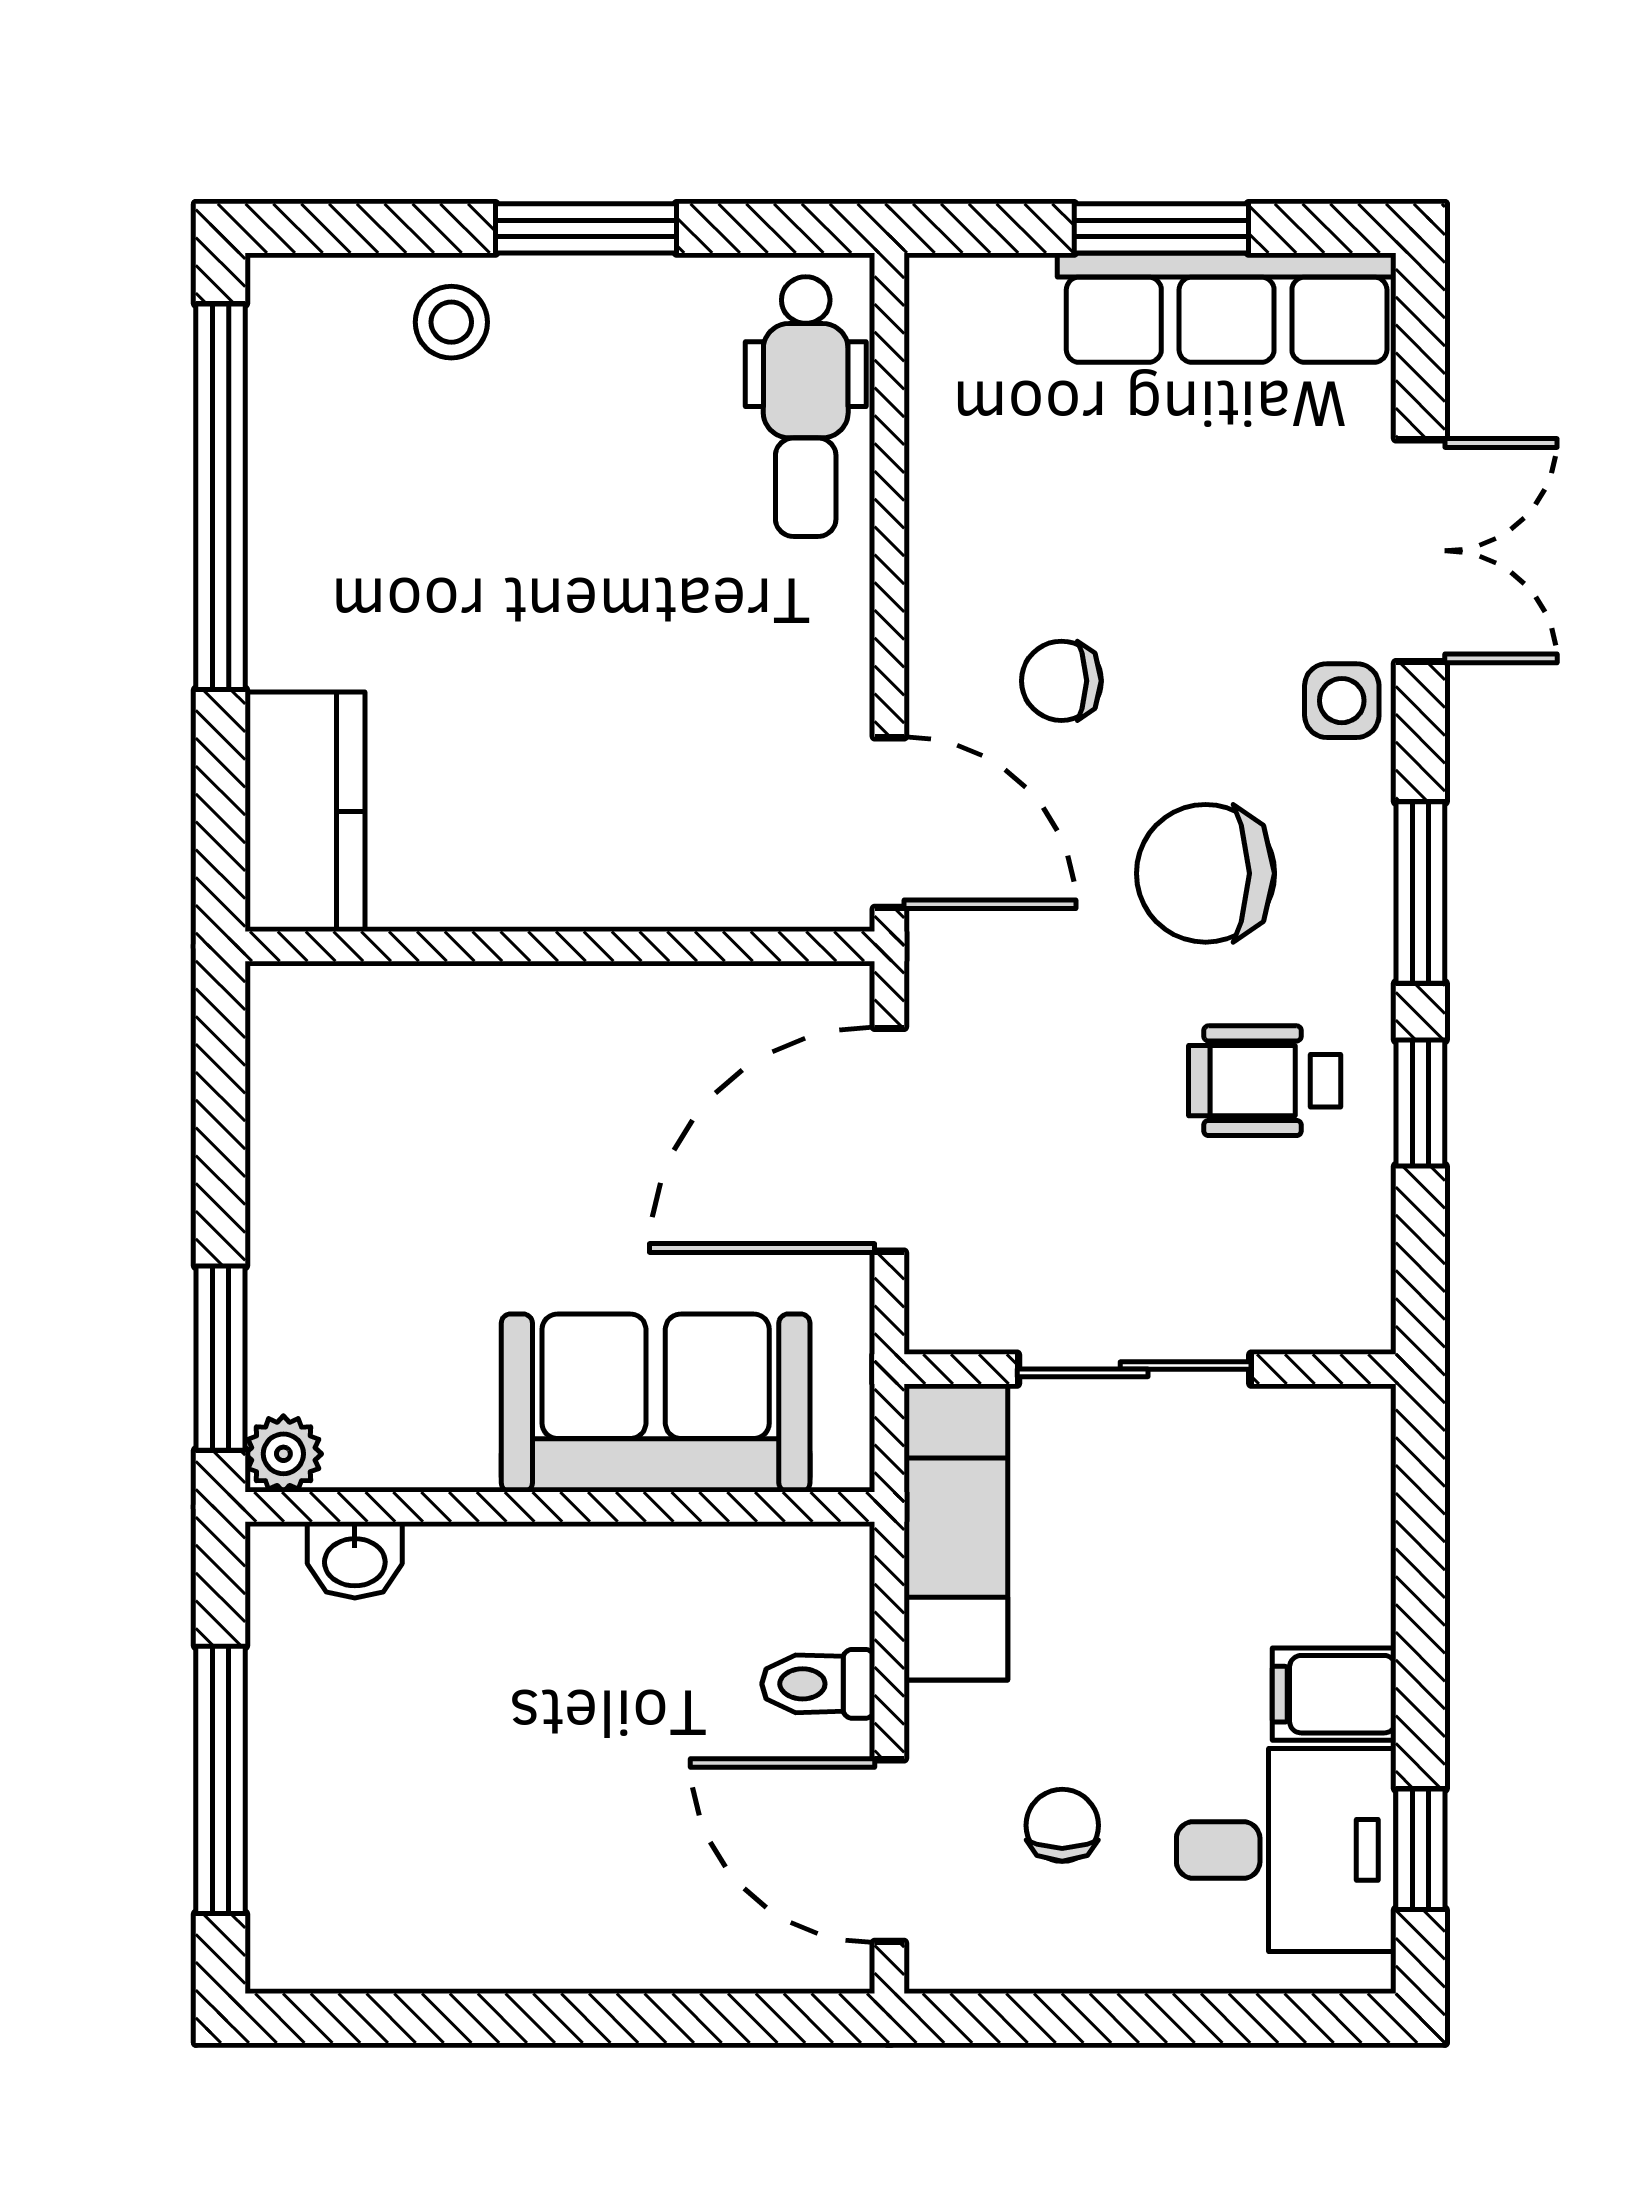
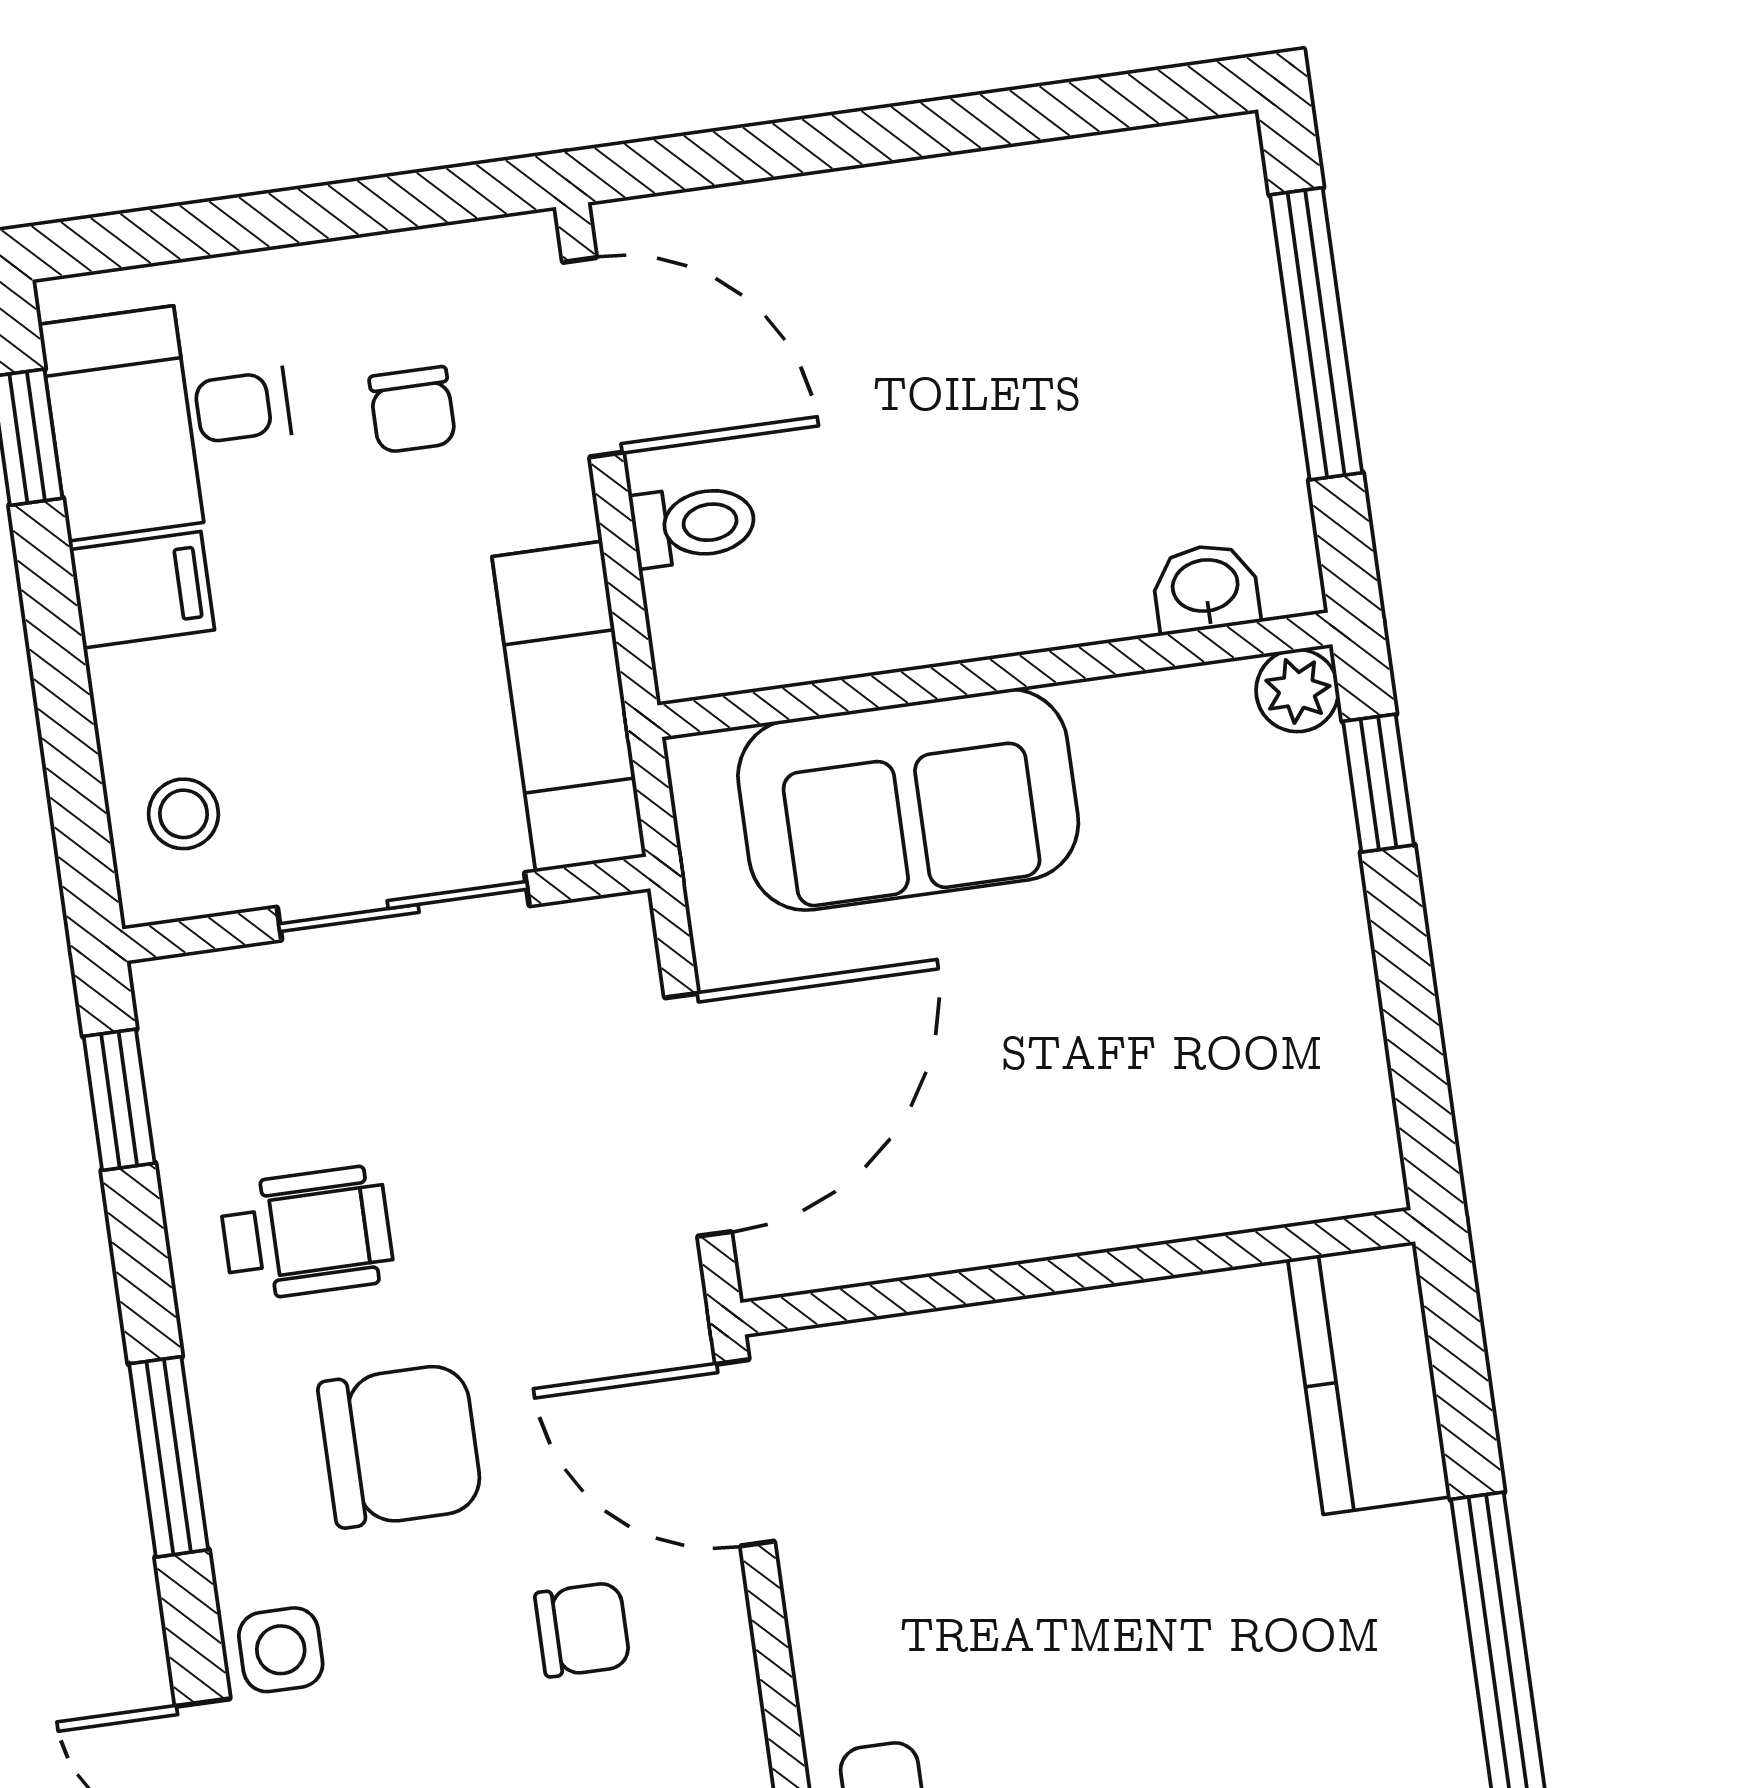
window: (1420, 1103) -> (119, 1100), moved
window: (221, 1358) -> (1379, 783), width x0.67
stool: (1325, 1483) -> (183, 814), added

